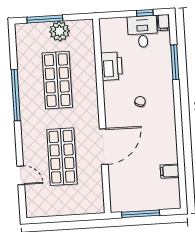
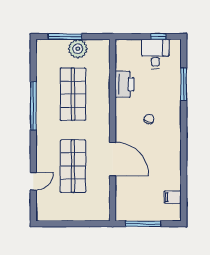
filing cabinet: (164, 22) -> (176, 47), removed
door: (104, 147) -> (112, 159), hinge flipped
filing cabinet: (170, 171) -> (173, 197), moved
door: (21, 175) -> (33, 181), hinge flipped

